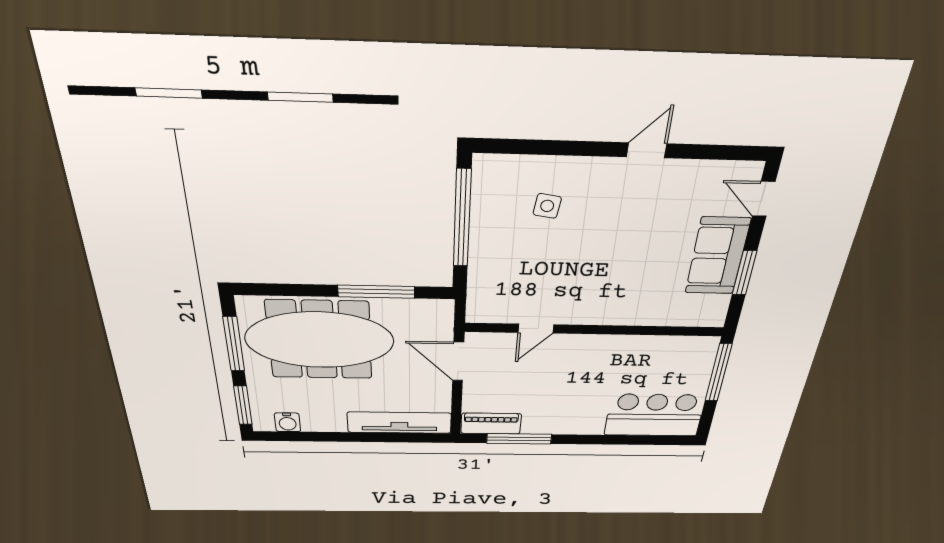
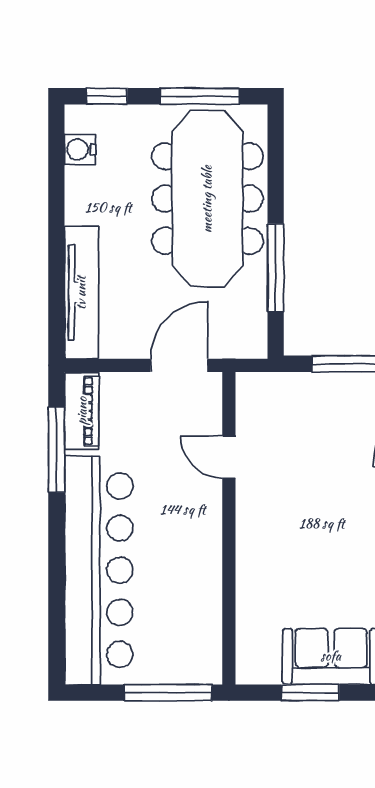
window: (243, 405) -> (107, 96), width x0.67
bar counter: (654, 415) -> (99, 570), width x1.86

